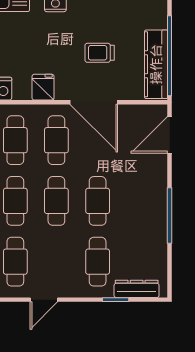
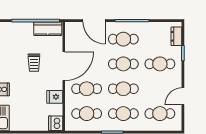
kitchen counter: (156, 64) -> (48, 29), width x0.67
door: (170, 135) -> (94, 21), moved
cafe table: (139, 201) -> (123, 39), added
dresser: (137, 289) -> (176, 36), width x0.70
door: (44, 300) -> (183, 96), swing flipped

